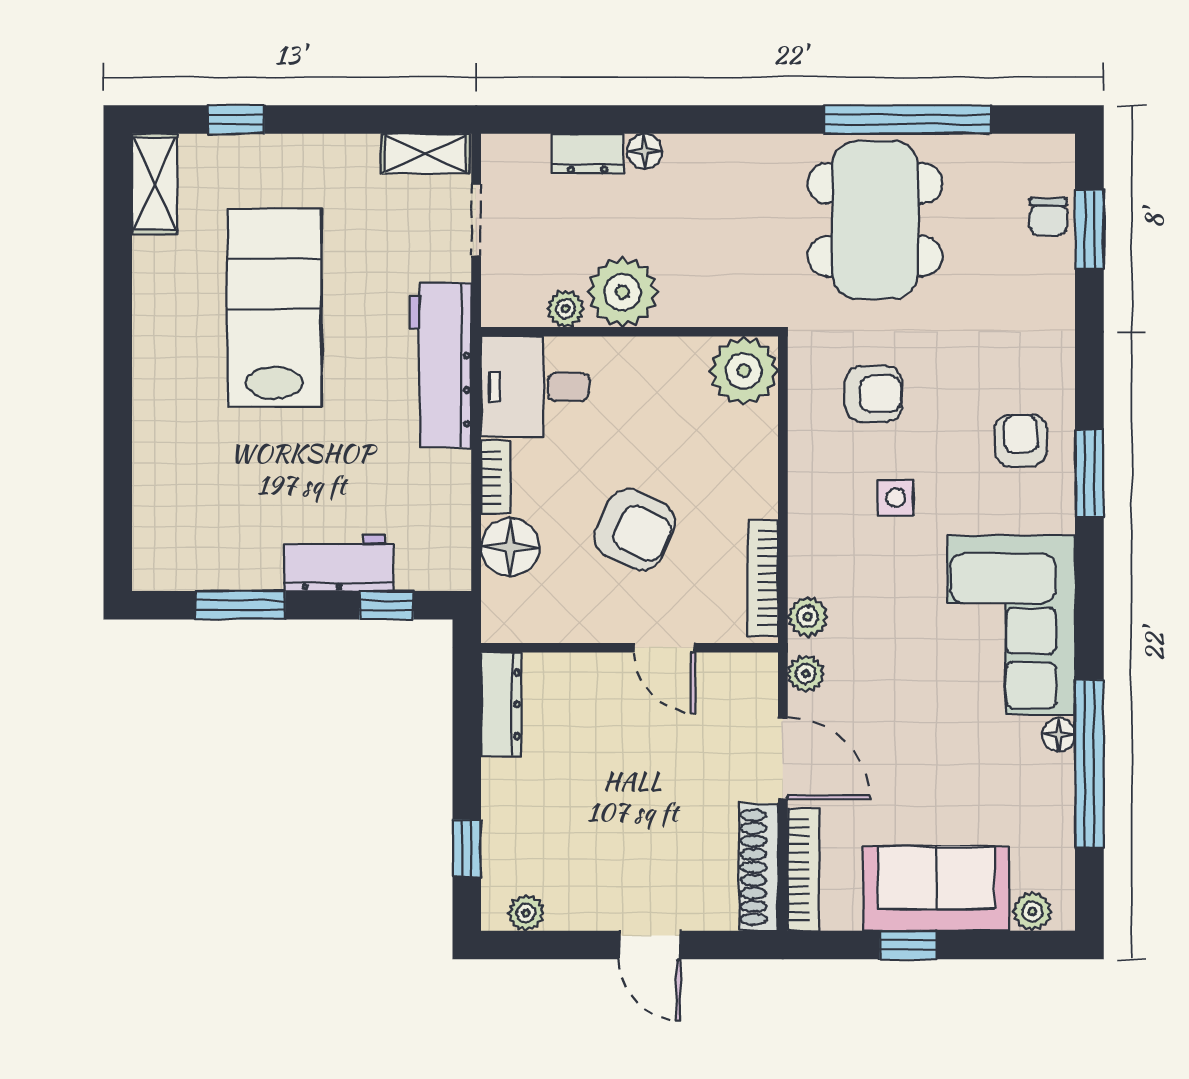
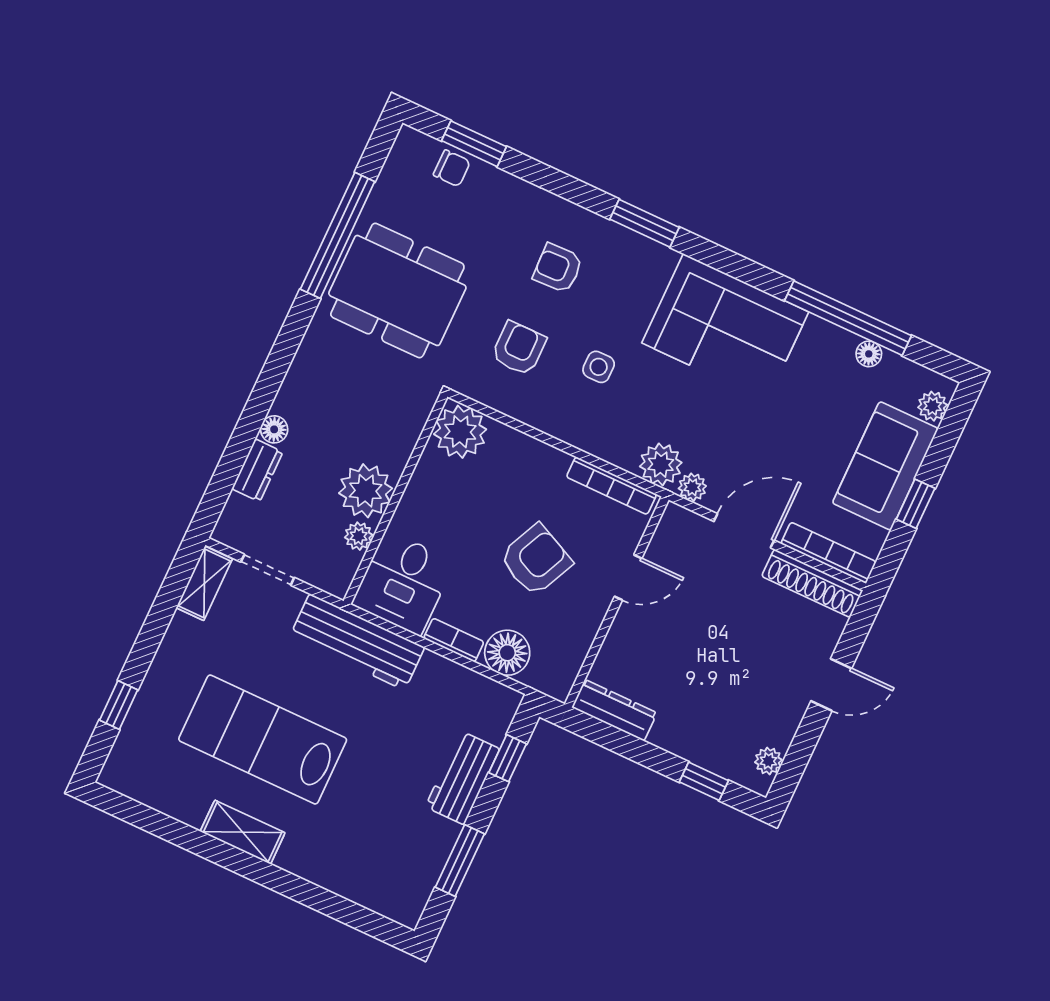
shelving: (155, 184) -> (243, 832), moved
armchair: (1021, 440) -> (558, 268), moved
plant: (808, 617) -> (661, 464), width x1.38, depth x1.38
floor lamp: (1059, 735) -> (869, 354), moved

